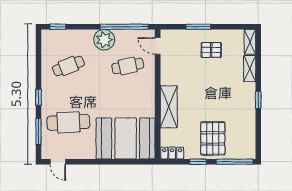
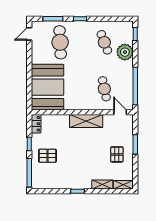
plant: (104, 40) -> (125, 52), moved
door: (158, 46) -> (120, 112), hinge flipped
shelving: (169, 107) -> (86, 121), moved
pallet: (213, 138) -> (48, 156), width x0.67, depth x0.71

